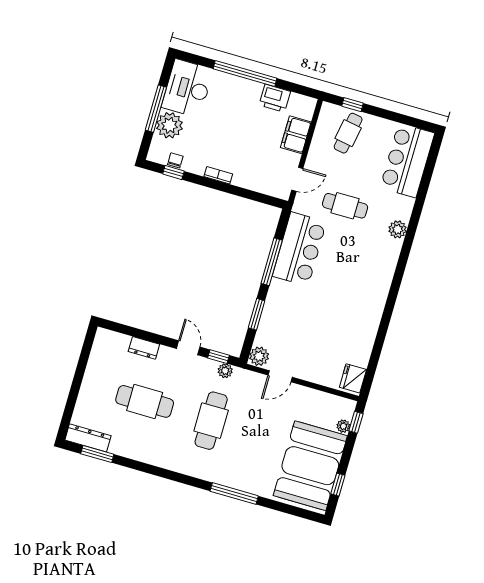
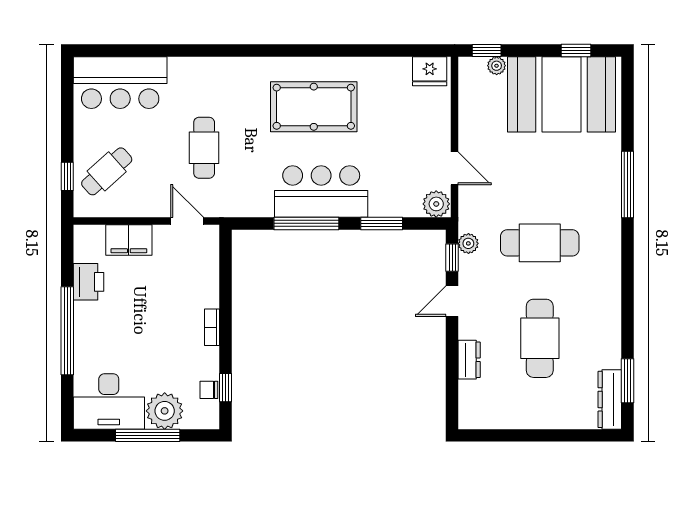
cafe table: (348, 133) -> (107, 171), turned -52
plant: (398, 229) -> (215, 69), removed
bar counter: (299, 249) -> (321, 192), moved
pool table: (352, 290) -> (314, 107), added

